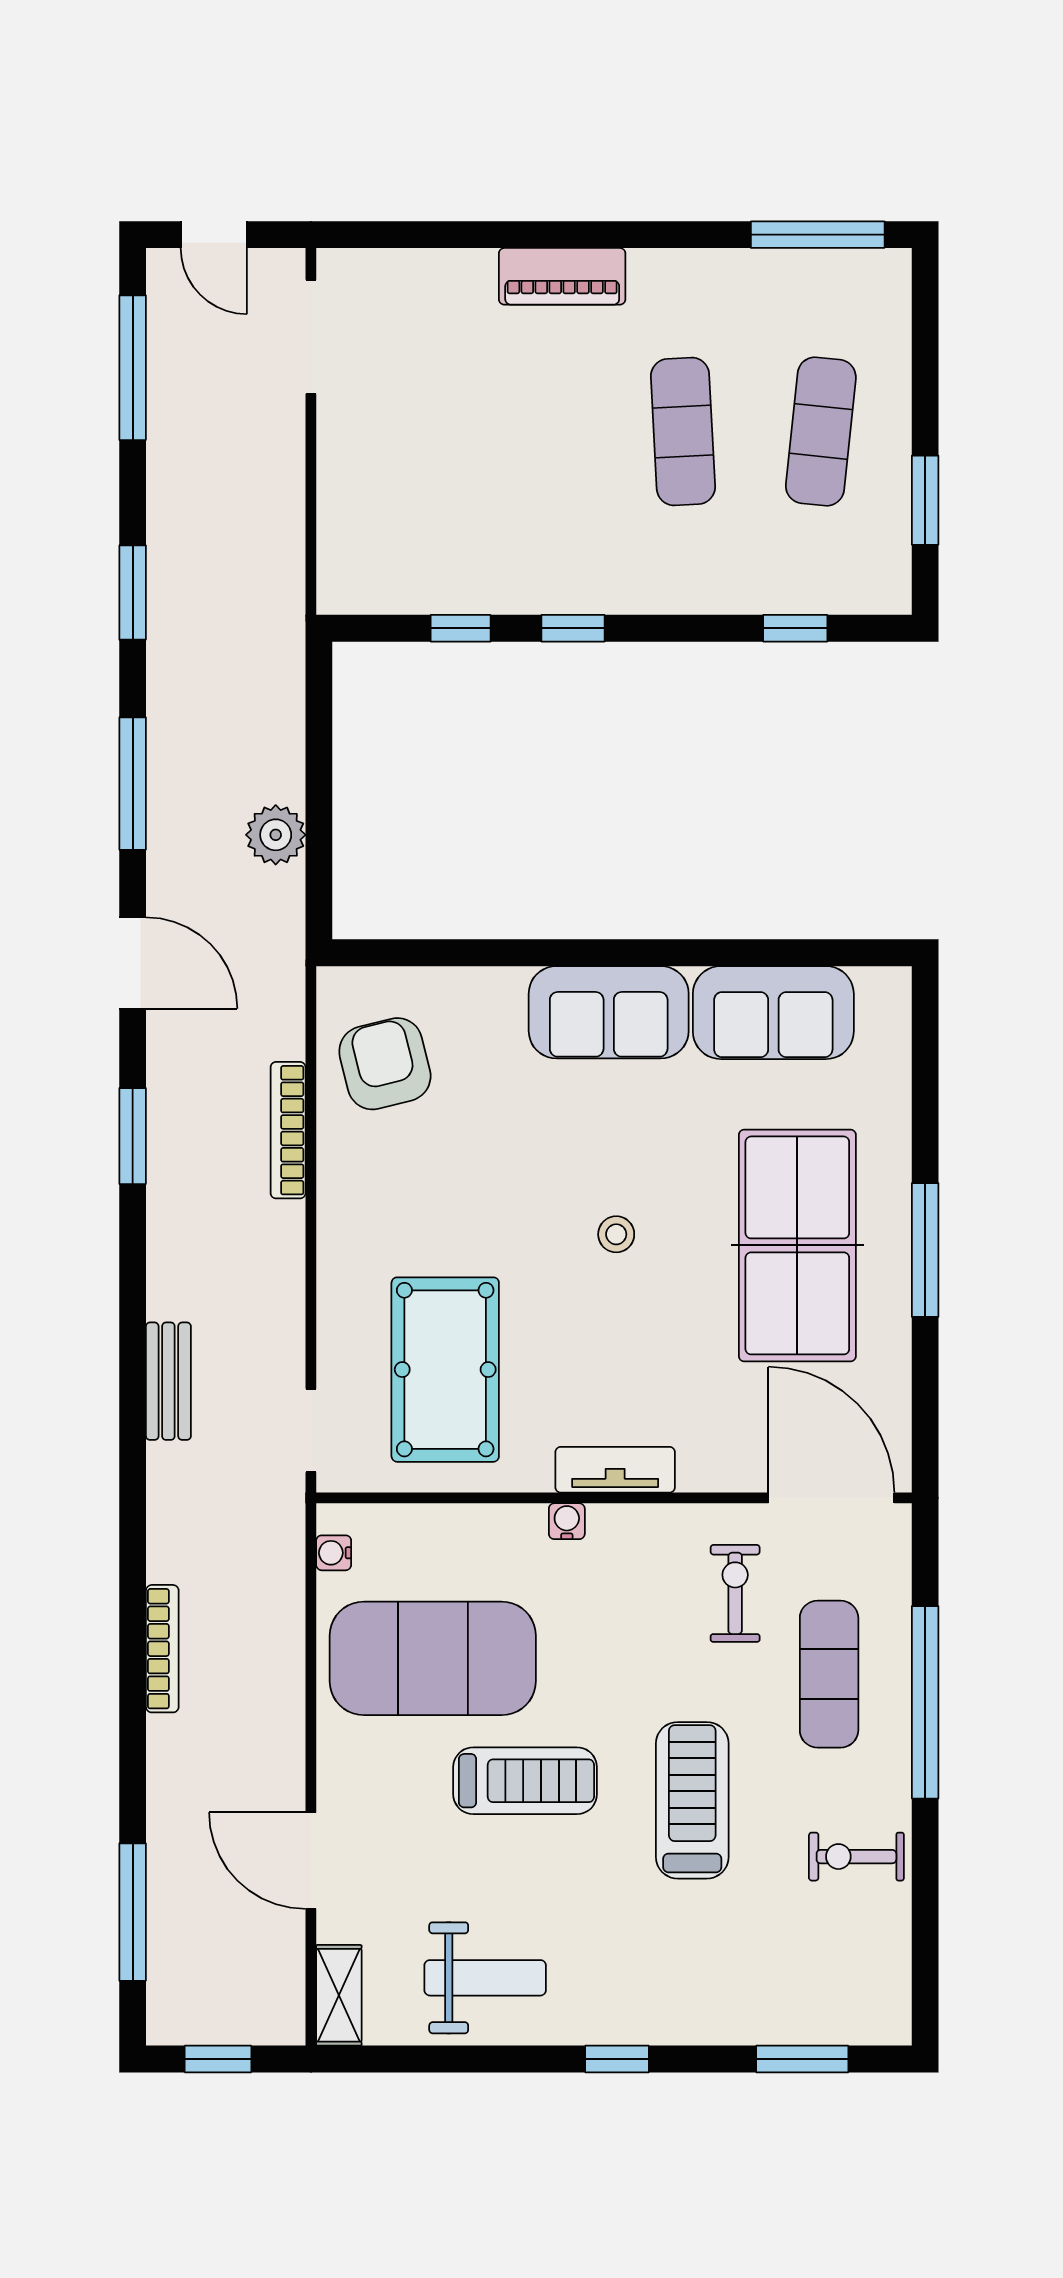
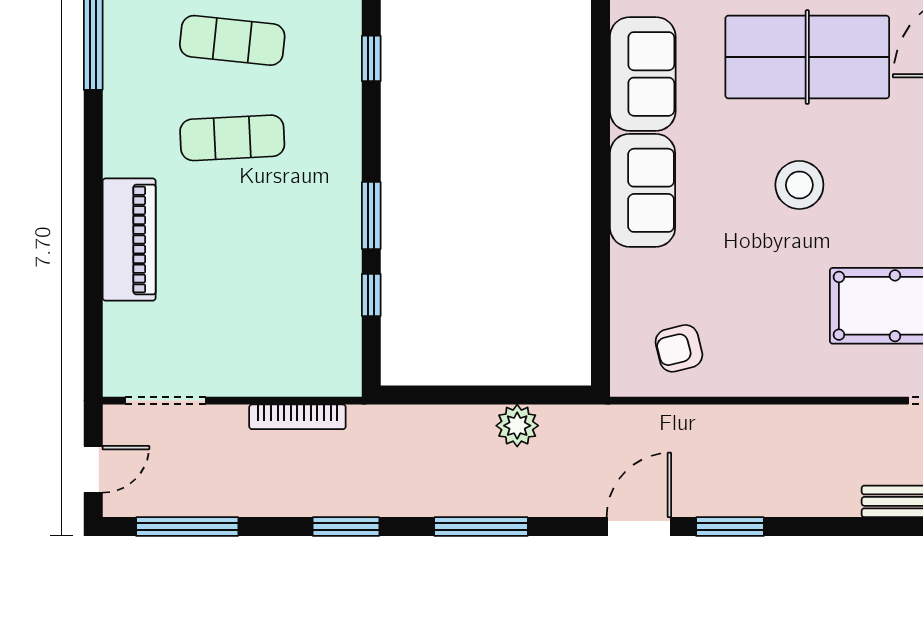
piano: (562, 276) -> (129, 240), width x1.37, depth x1.33
window: (573, 628) -> (371, 216), width x1.50
door: (133, 963) -> (639, 527), moved
armchair: (385, 1064) -> (679, 348), width x0.72, depth x0.72
bookcase: (288, 1130) -> (297, 417), moved
stool: (616, 1234) -> (799, 185), width x1.89, depth x1.89

